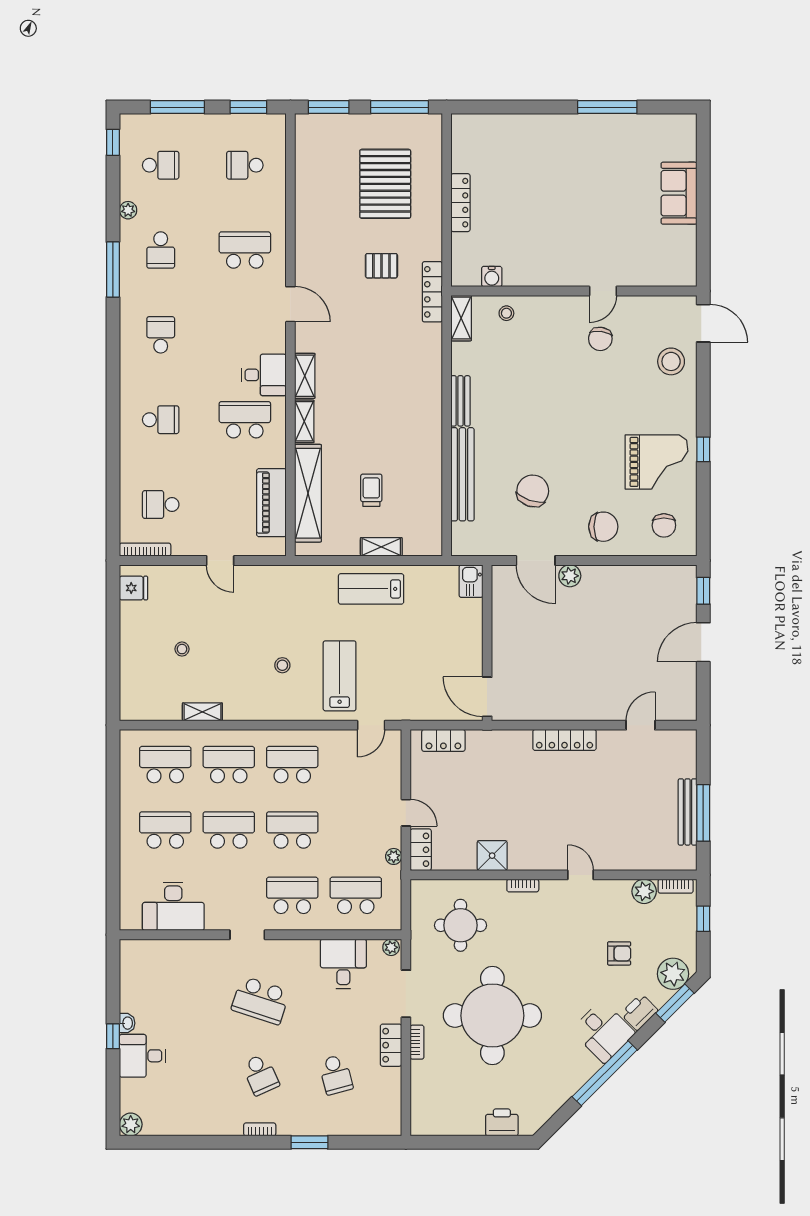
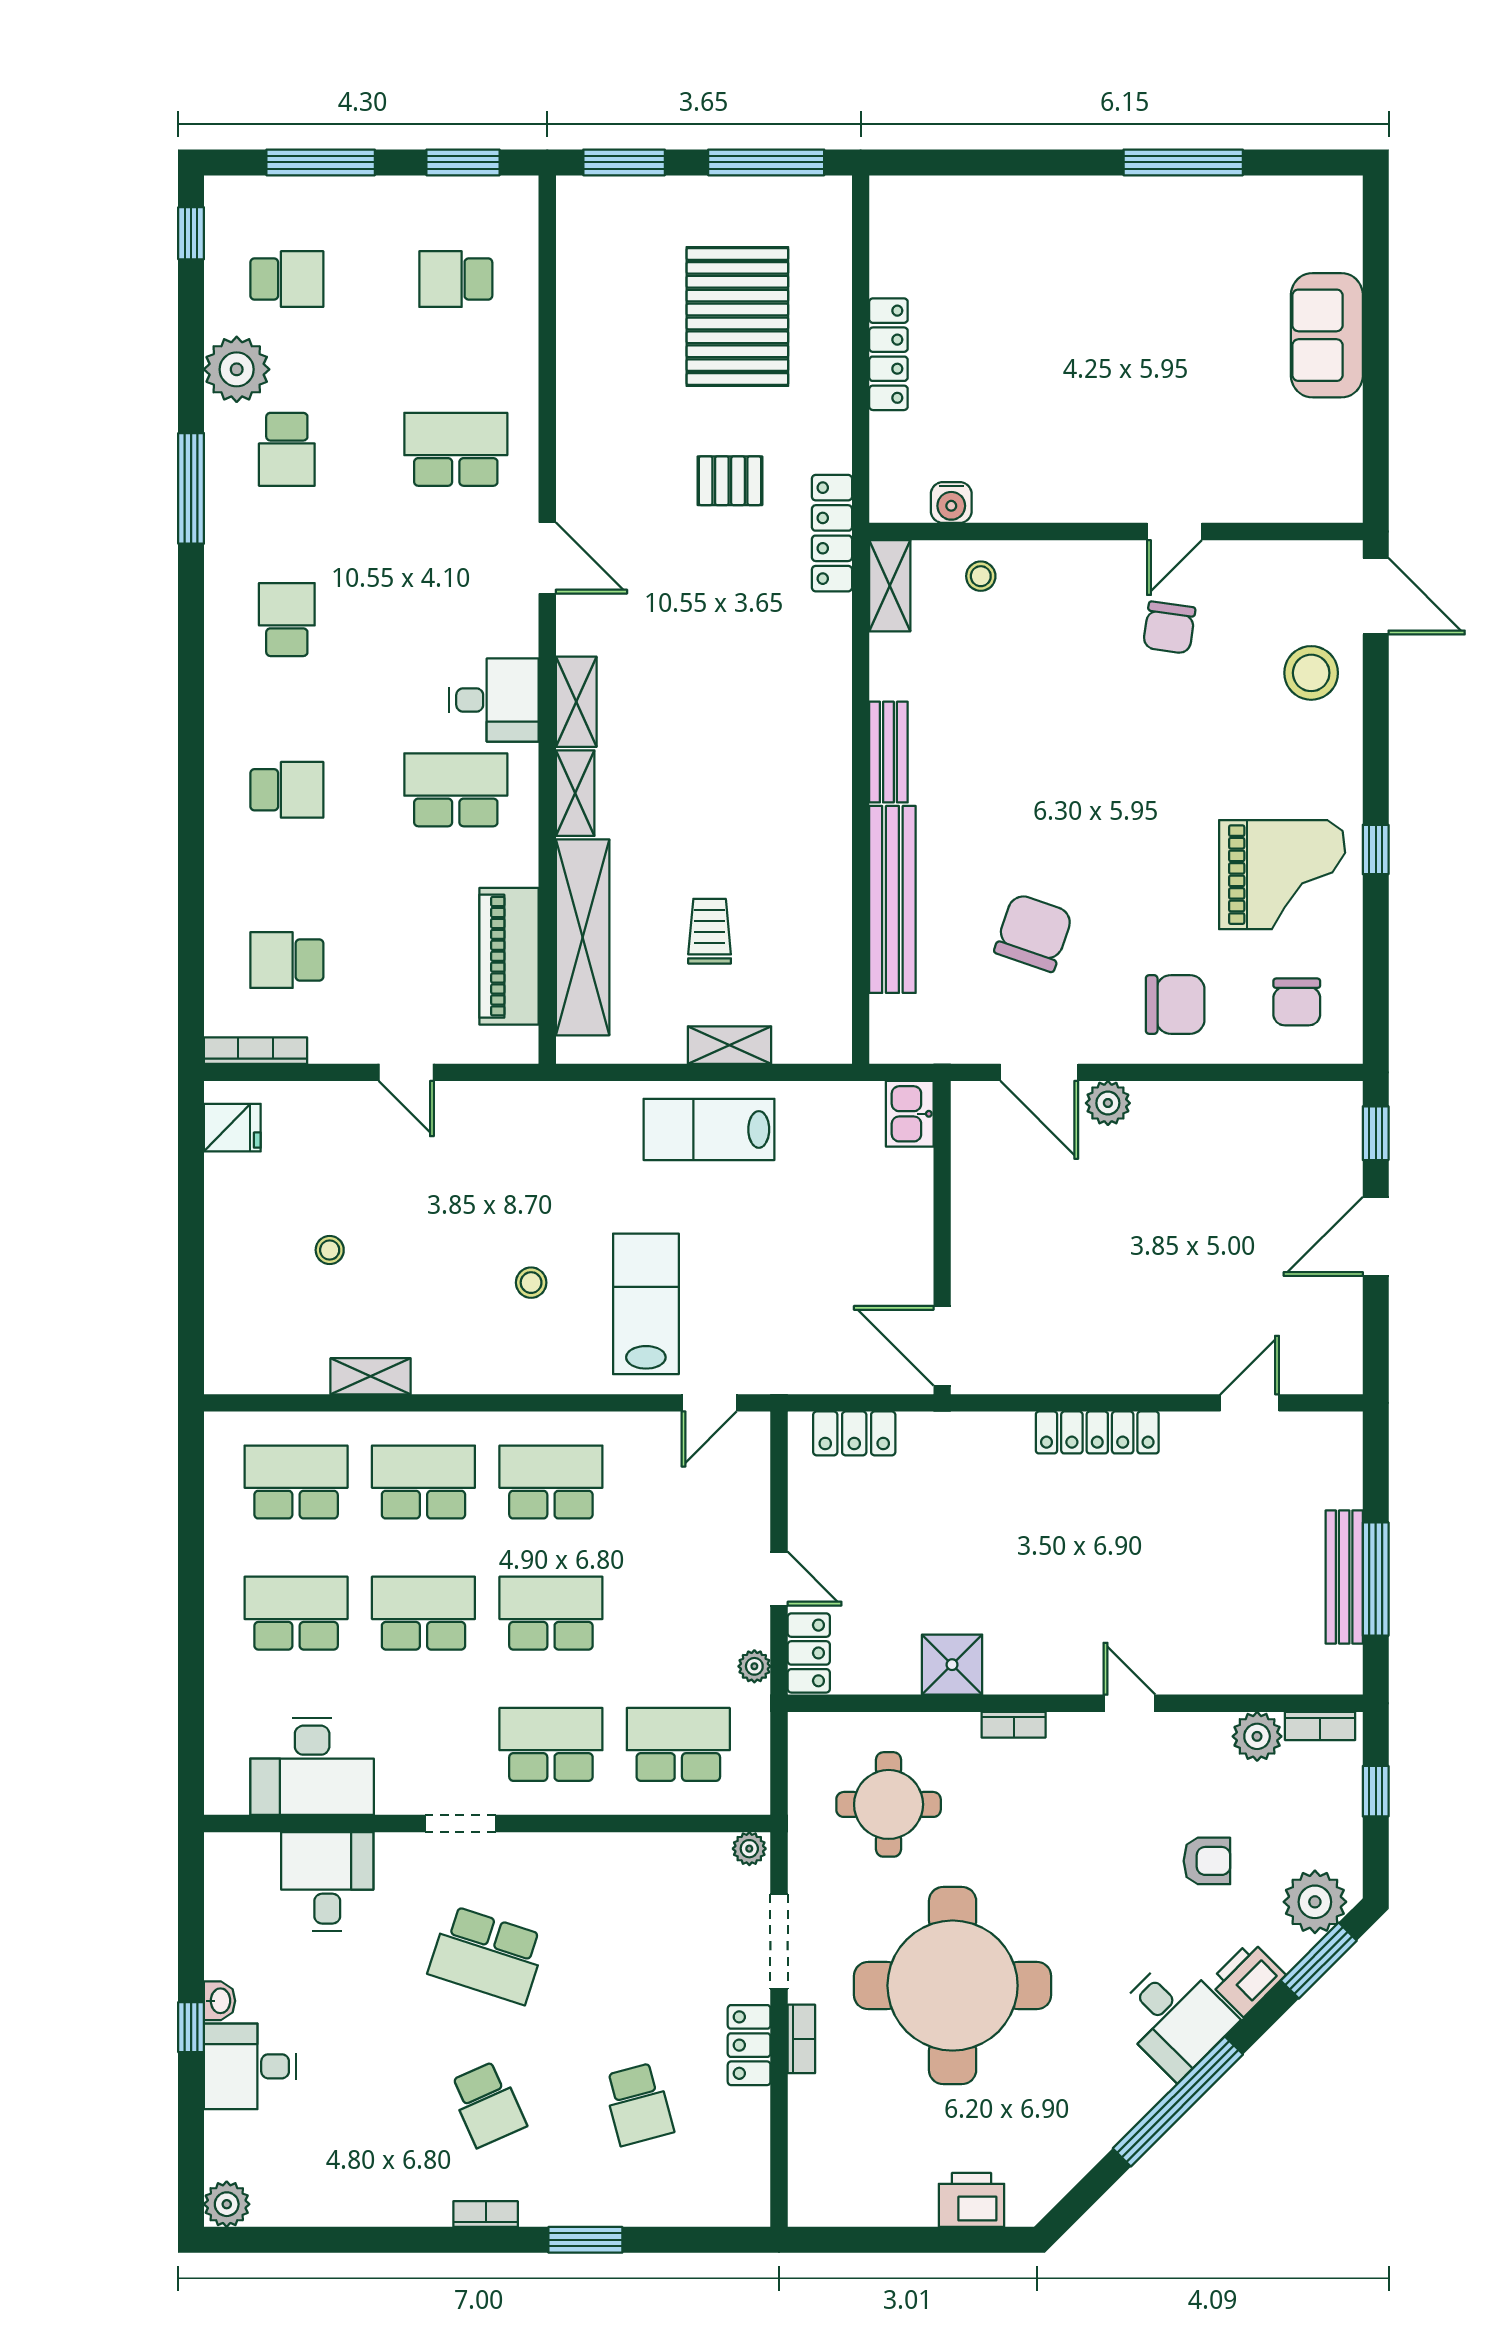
plant: (128, 210) -> (237, 369), width x1.87, depth x1.87
desk: (343, 964) -> (327, 1882), moved

